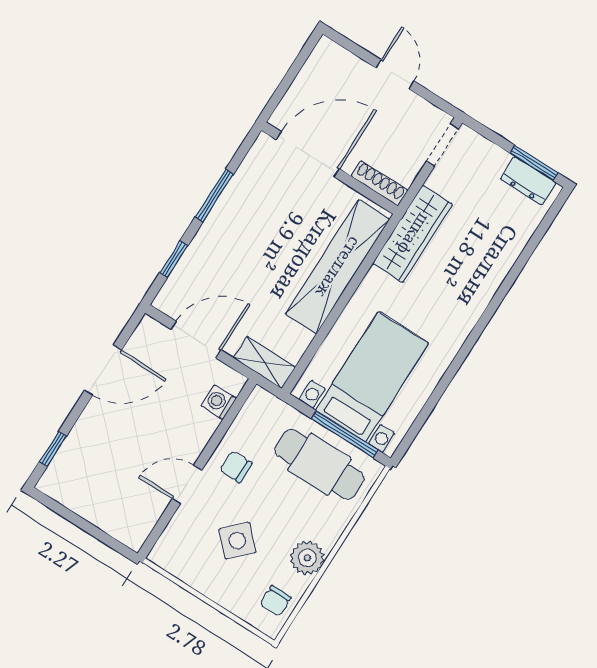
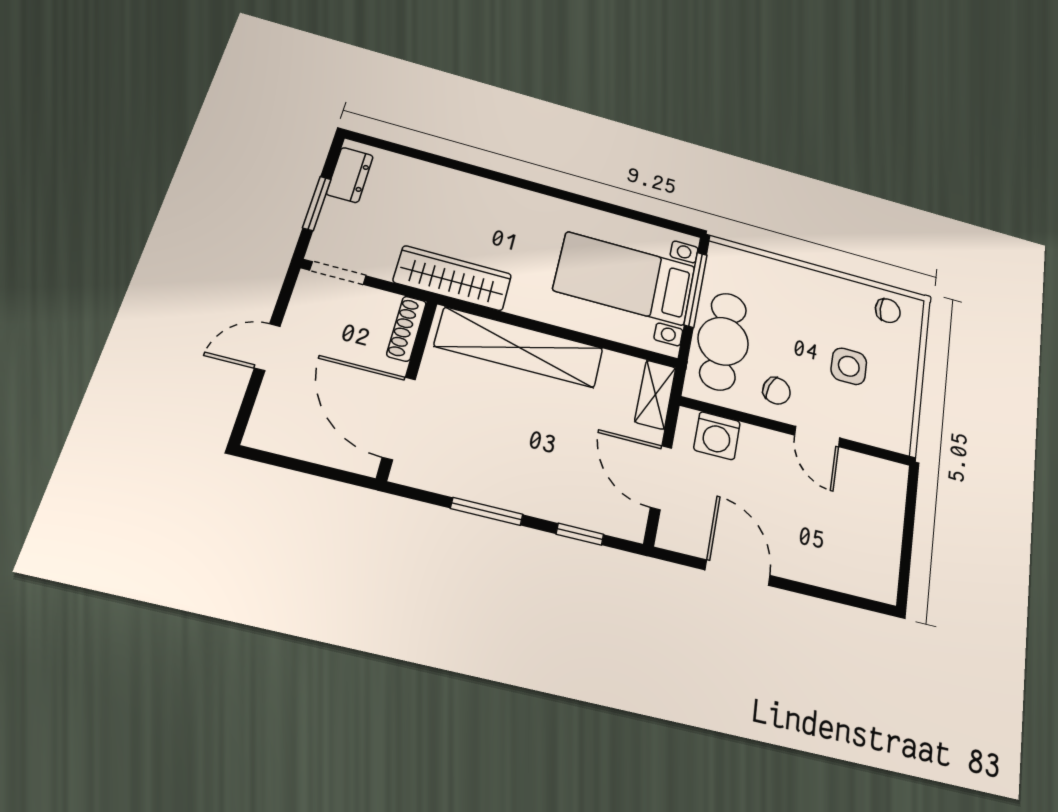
window: (534, 163) -> (317, 203), moved
washing machine: (219, 402) -> (717, 436), width x1.38, depth x1.38
window: (53, 449) -> (847, 599), removed
cafe table: (319, 464) -> (723, 341), moved
chair: (236, 467) -> (777, 391), turned -72
side table: (237, 541) -> (849, 366), turned 45
plant: (307, 558) -> (833, 292), removed

